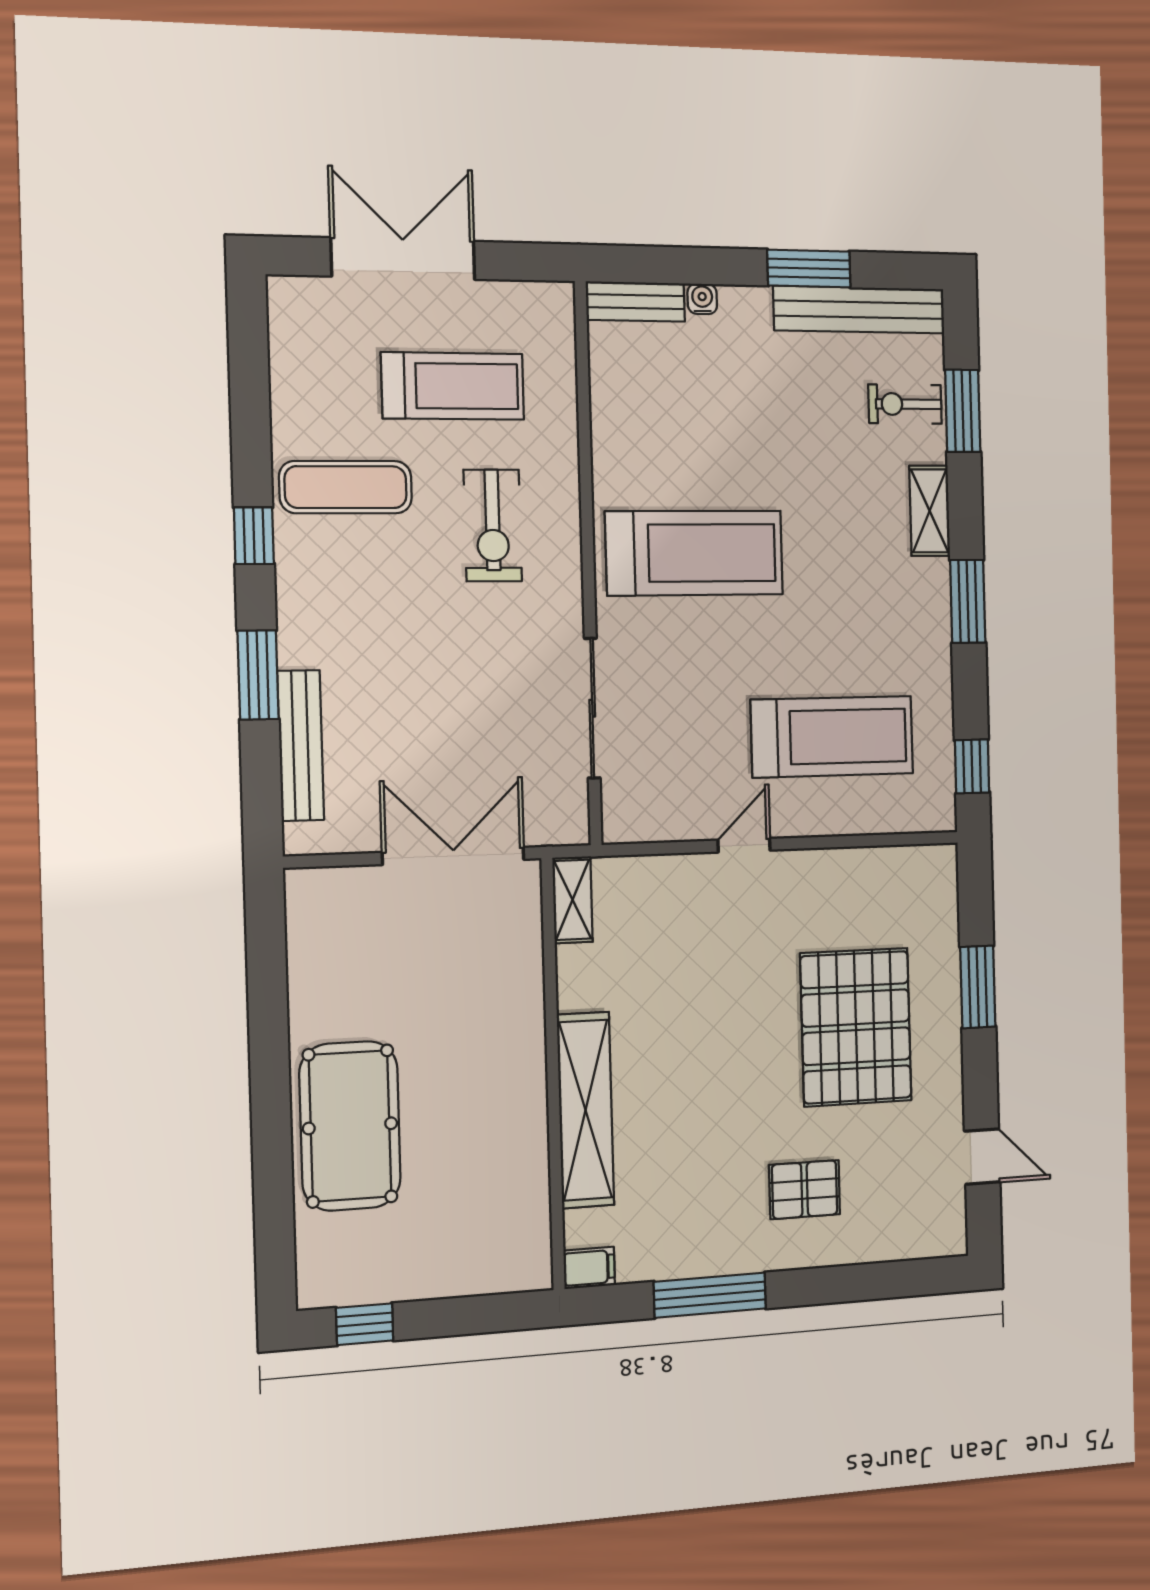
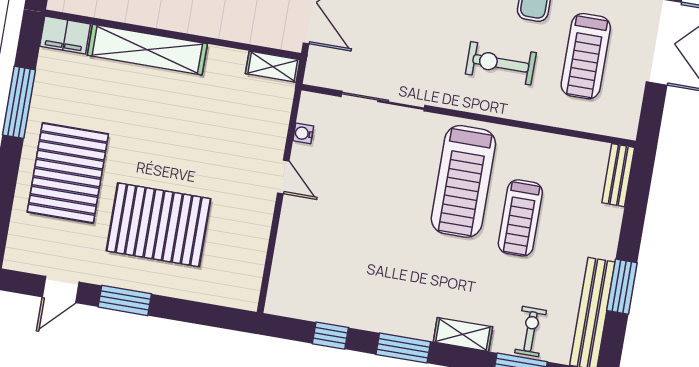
water cooler: (702, 299) -> (303, 133), moved, turned 180
treadmill: (832, 737) -> (520, 218), moved, width x0.73, depth x0.73
window: (972, 766) -> (330, 336), moved
window: (978, 987) -> (125, 300), moved
pallet: (805, 1190) -> (68, 173), width x2.05, depth x2.00
filing cabinet: (589, 1268) -> (65, 35), width x2.00

